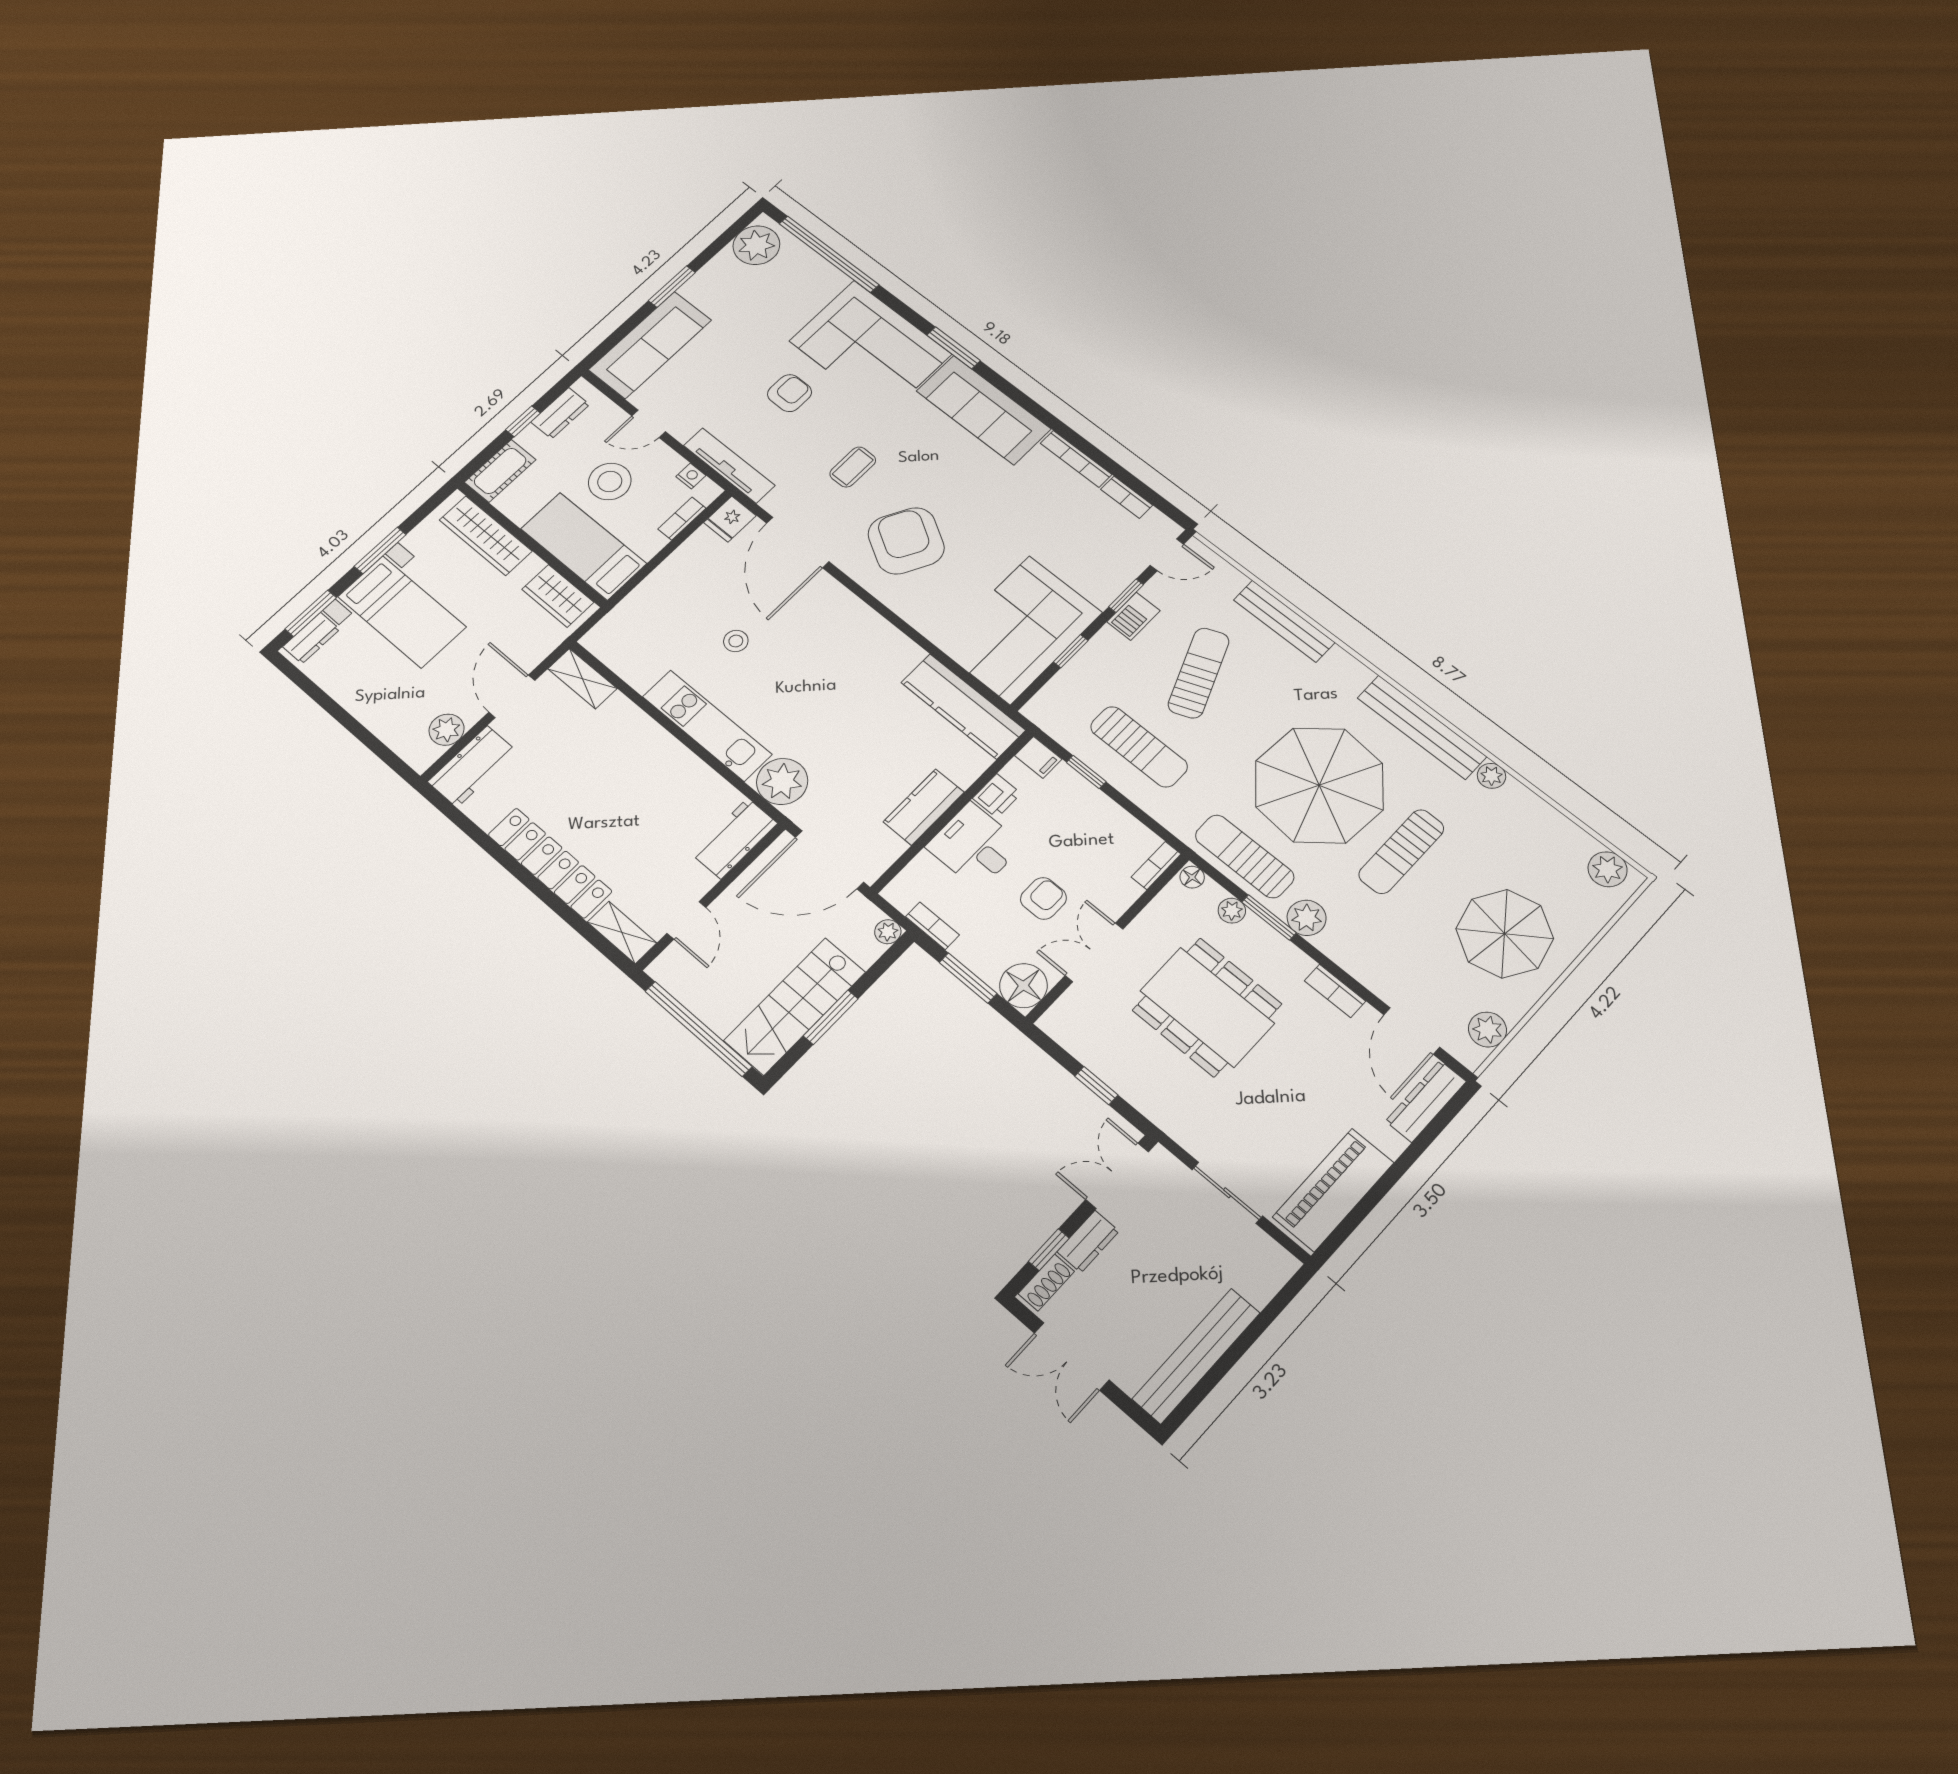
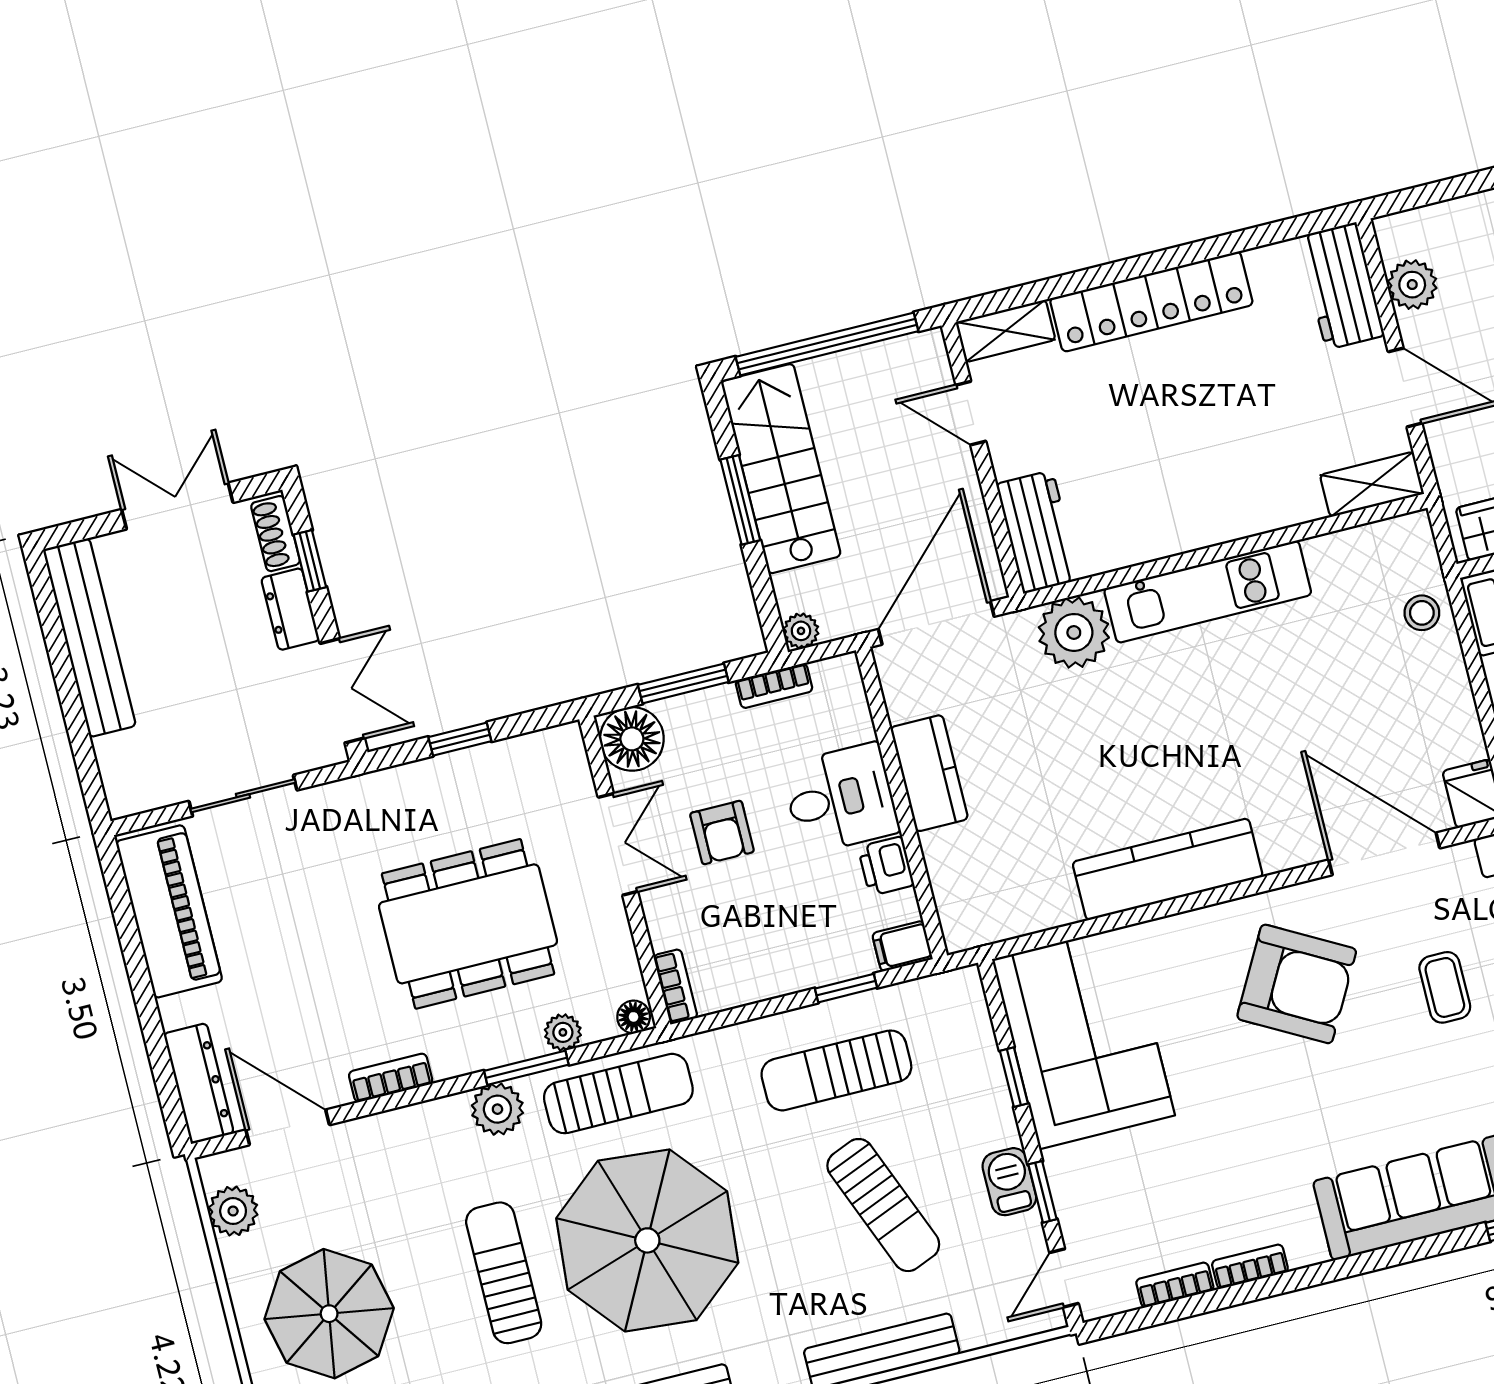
bookcase: (1076, 459) -> (1250, 1267), width x0.64
stool: (736, 641) -> (1422, 613), moved
kitchen counter: (963, 706) -> (1168, 869), moved

